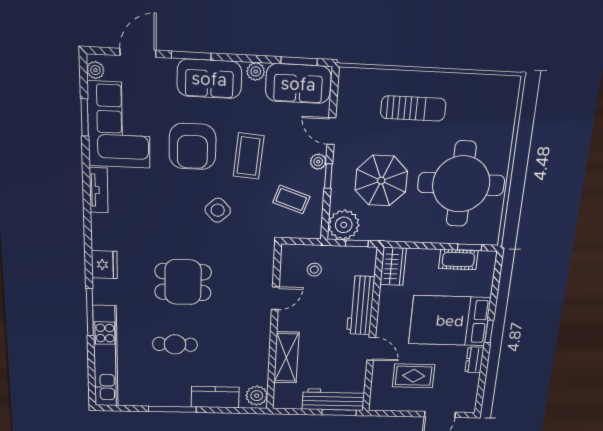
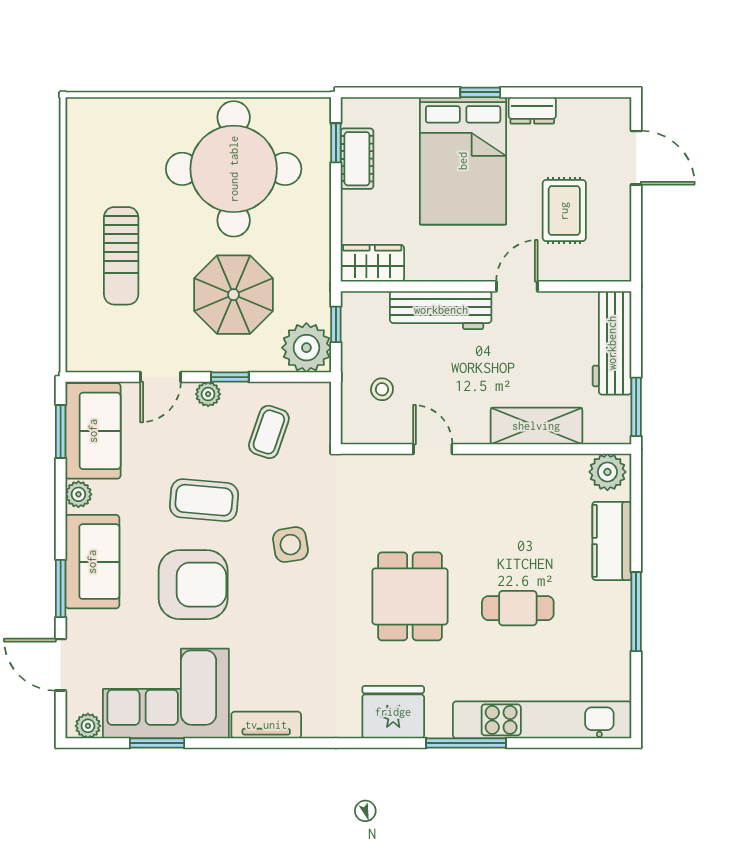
sun lounger: (413, 108) -> (121, 256), turned 180
side table: (218, 210) -> (290, 545), turned 33
fridge: (104, 265) -> (393, 712), width x1.36, depth x1.34
cafe table: (175, 344) -> (518, 608), turned 90
window: (339, 413) -> (636, 407), moved

